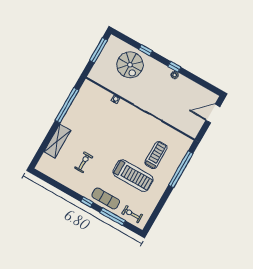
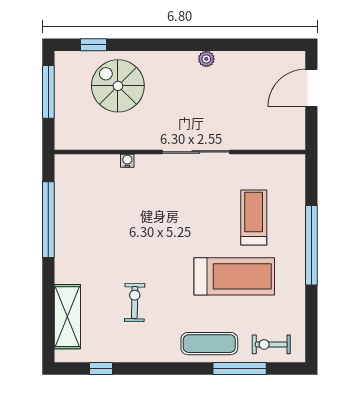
window: (146, 50) -> (93, 45), moved
spiral stairs: (130, 65) -> (118, 86), turned 180
window: (174, 67) -> (197, 45), removed
shelving: (57, 141) -> (67, 317), moved
window: (181, 169) -> (311, 245), moved
window: (87, 202) -> (101, 368), moved

